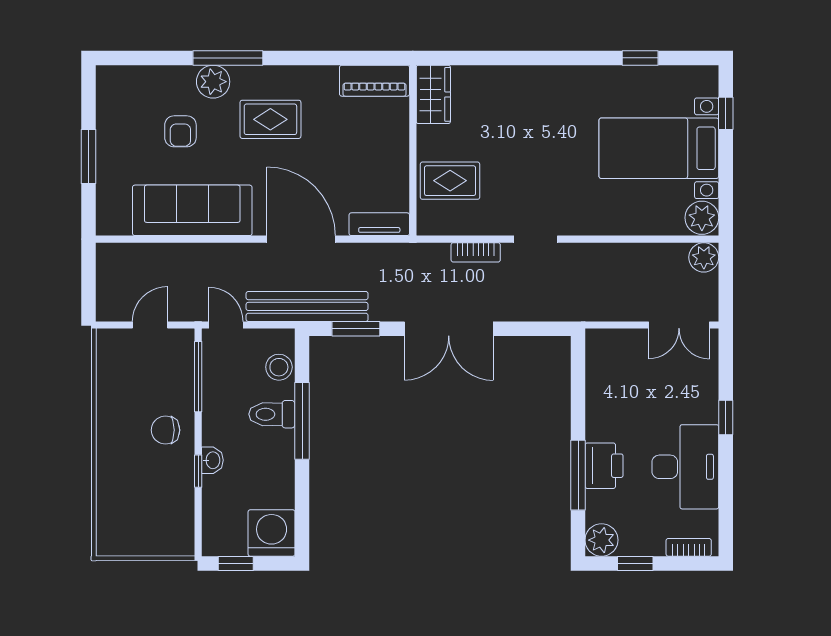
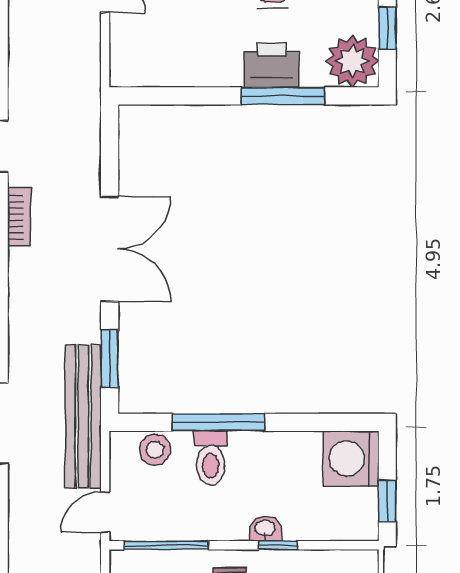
plant: (602, 540) -> (352, 61), width x1.36, depth x1.36

